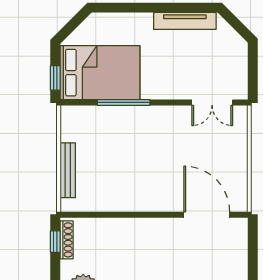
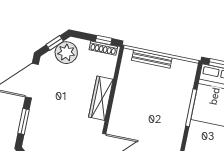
wardrobe: (136, 229) -> (101, 98), added

